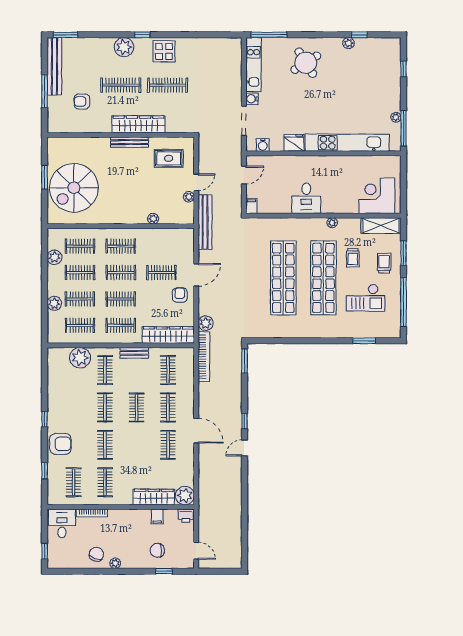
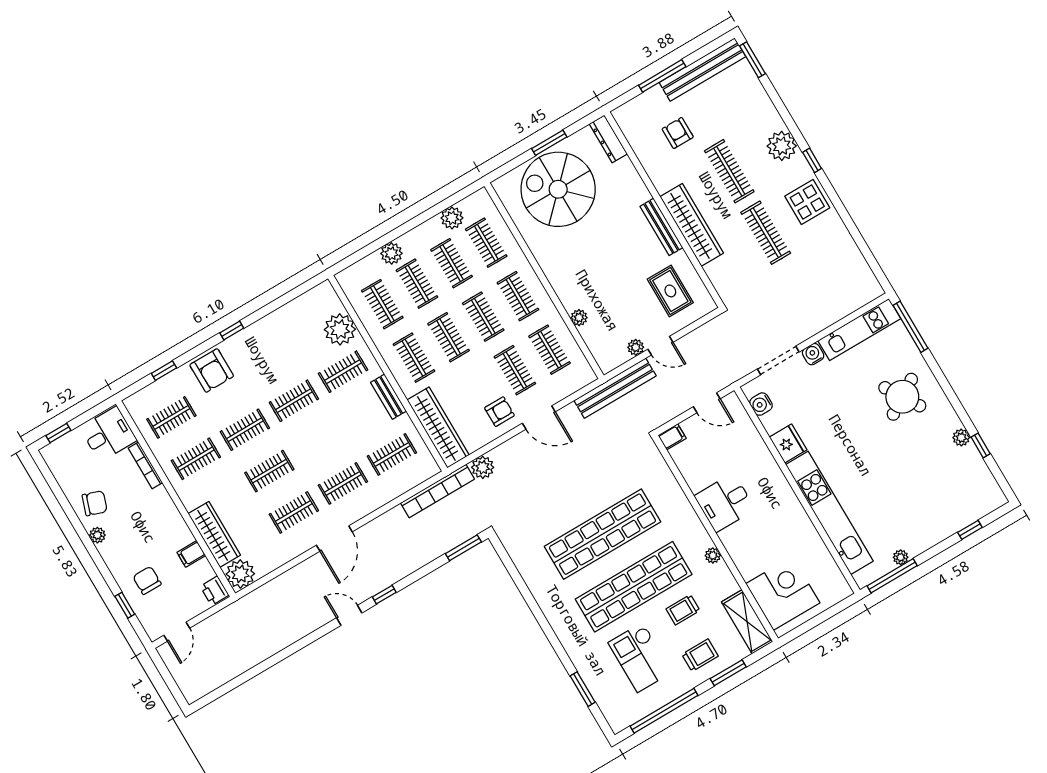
dresser: (62, 143) -> (608, 139), added
clothes rail: (161, 246) -> (550, 350), added
clothes rail: (136, 407) -> (269, 471), moved

